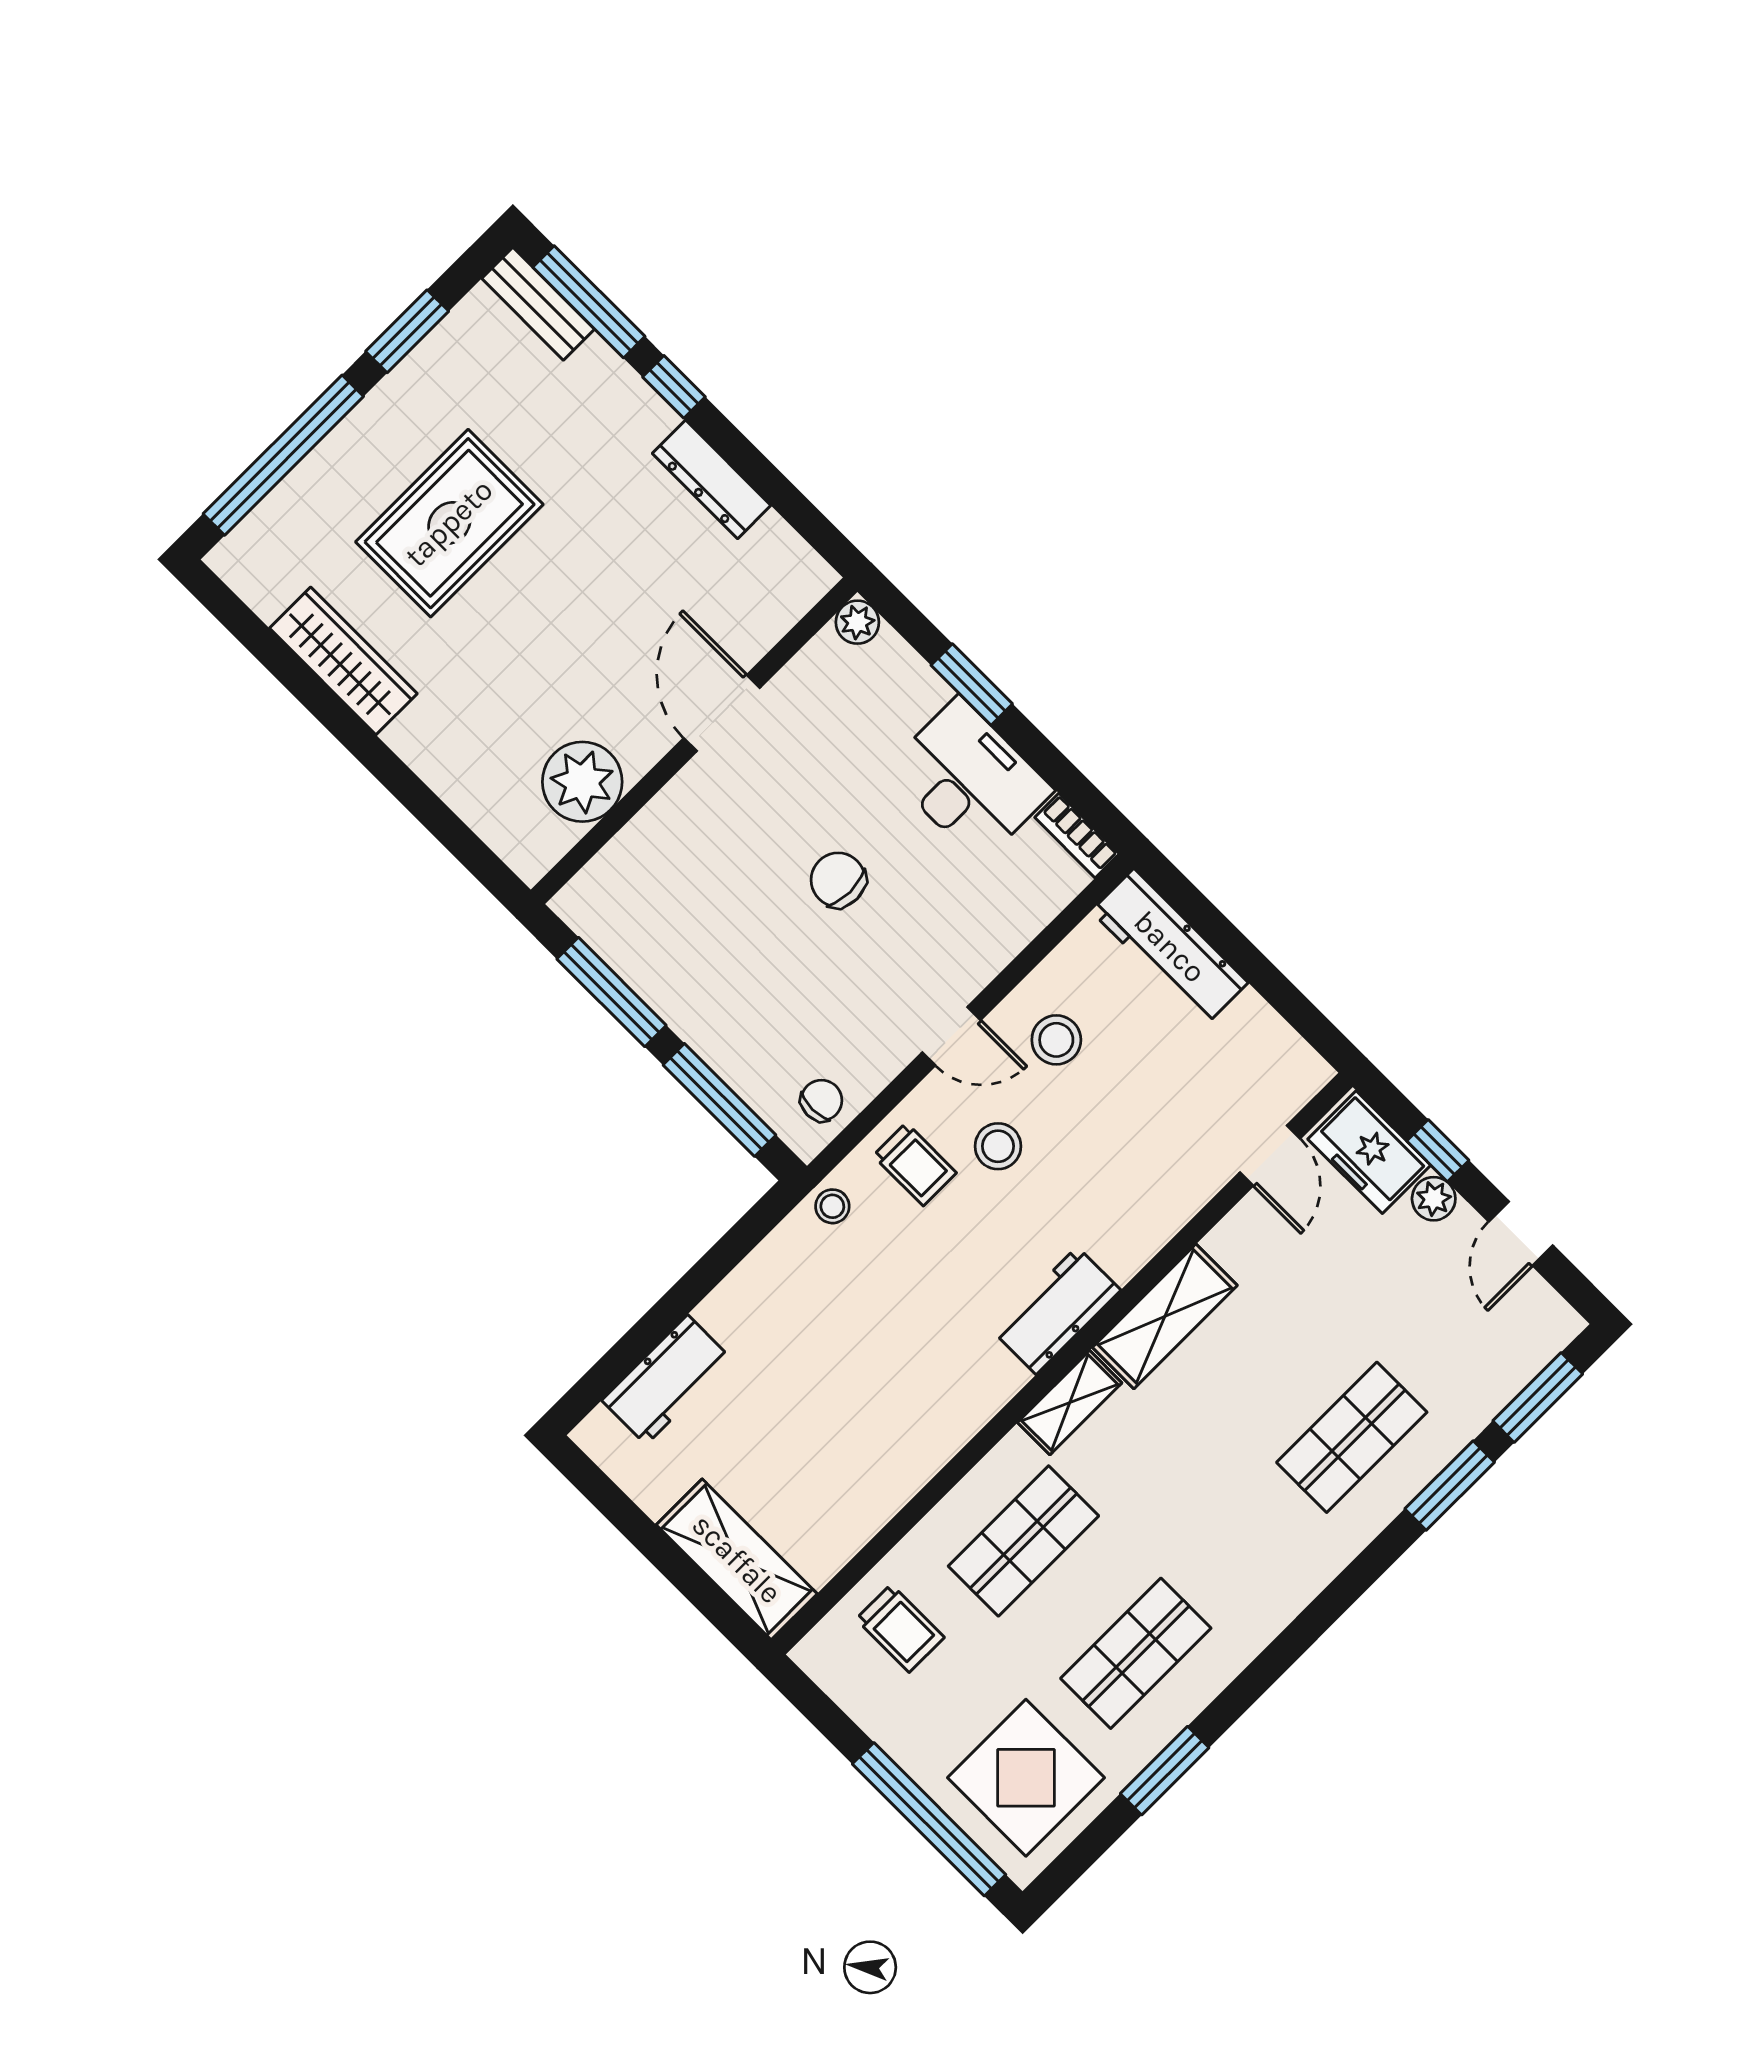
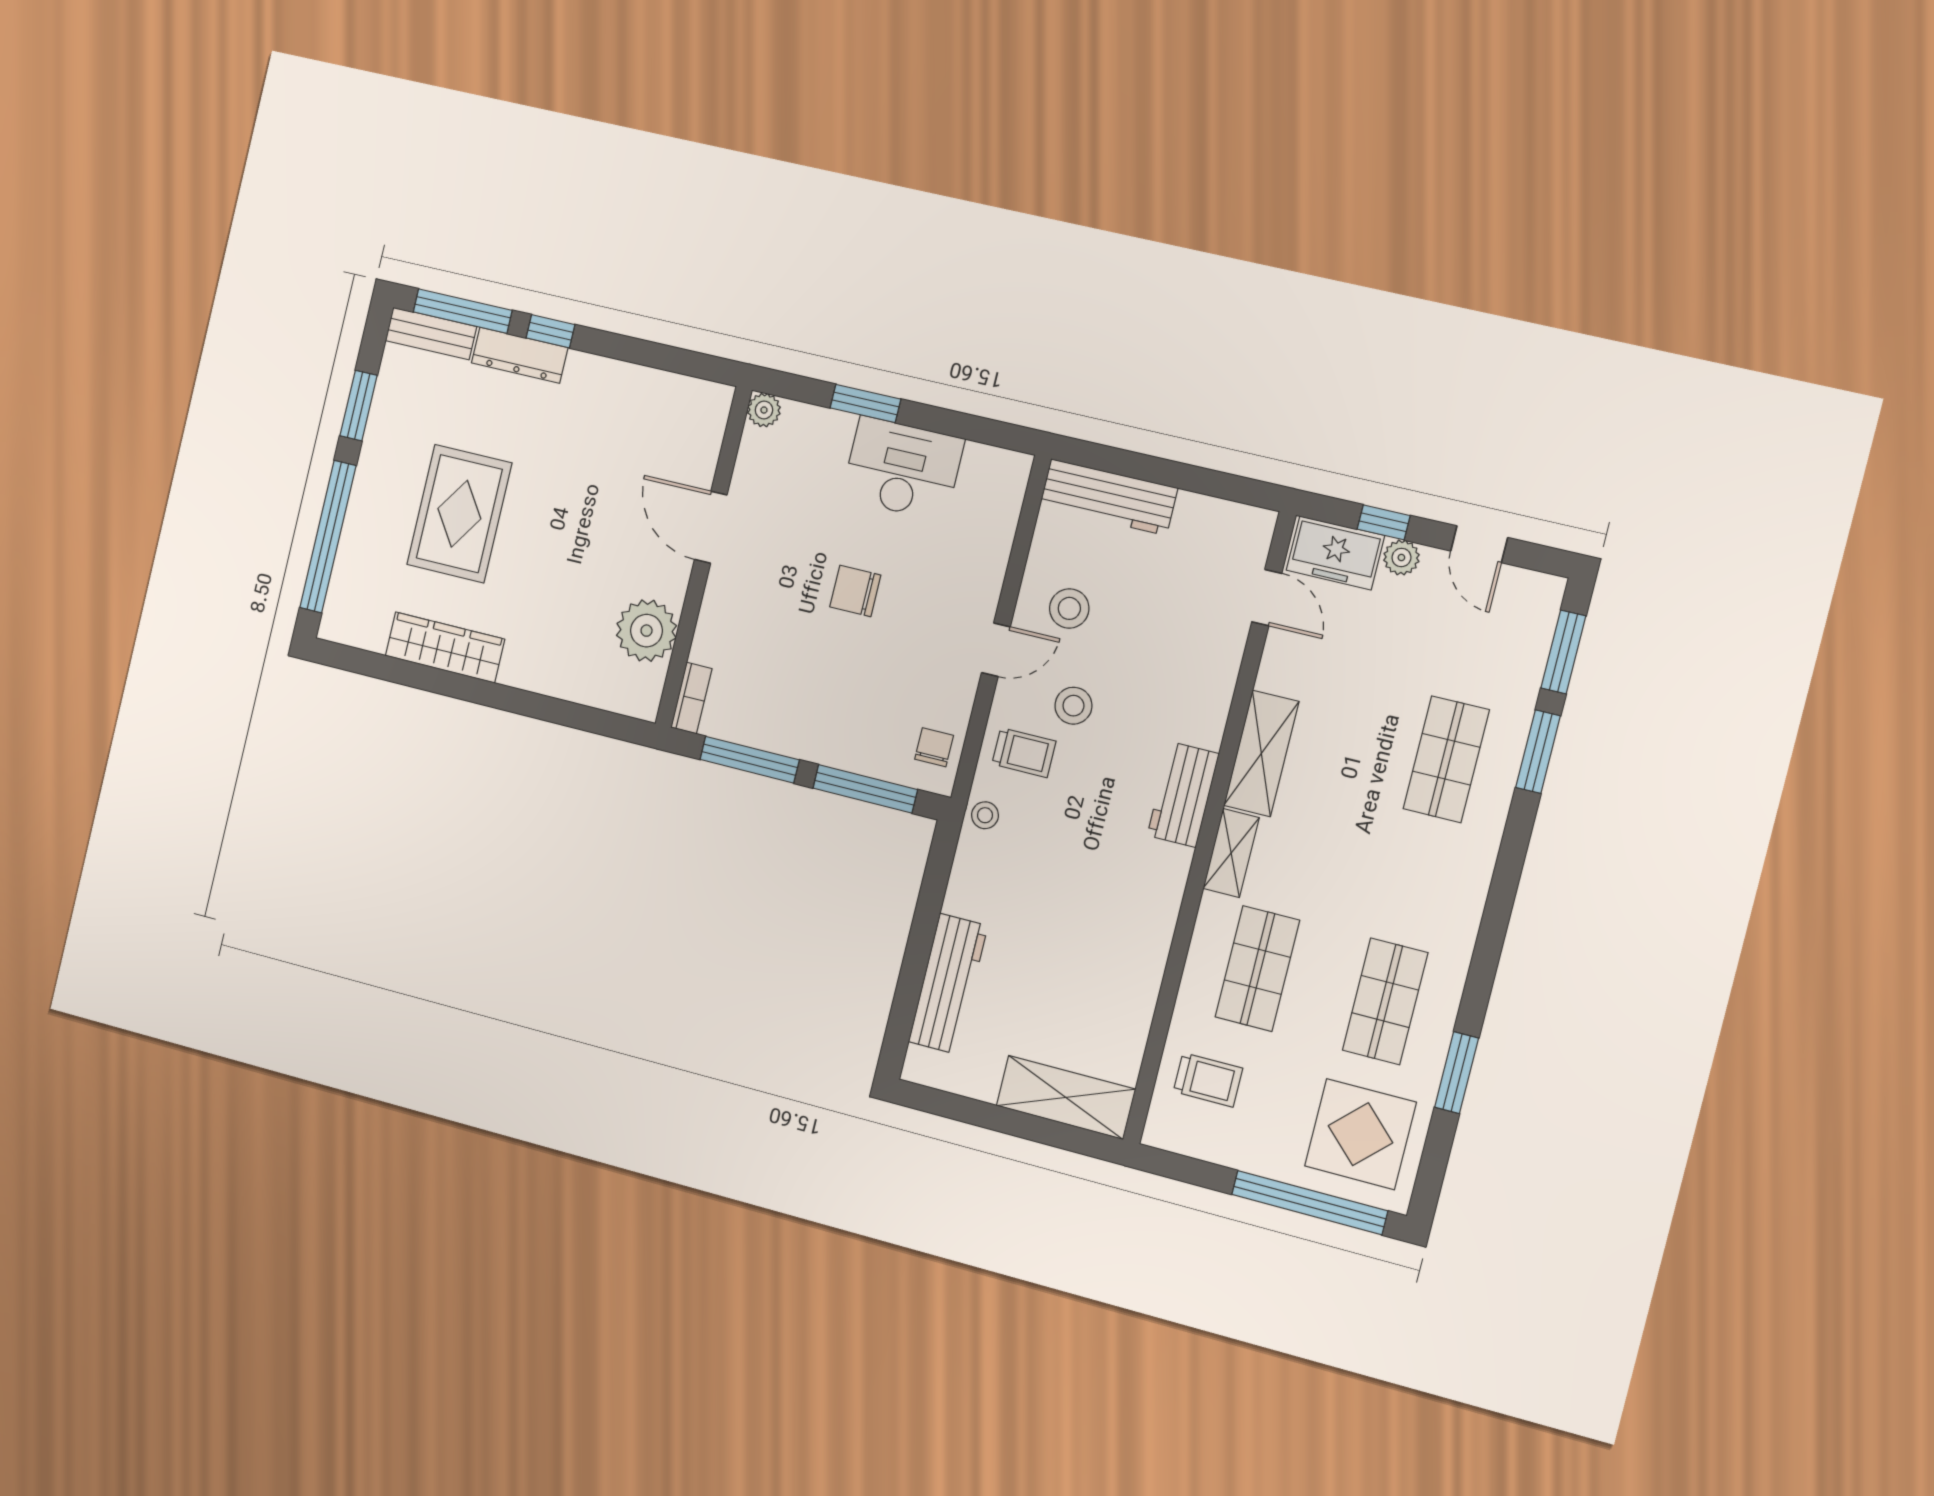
dresser: (712, 479) -> (520, 355), moved
bookcase: (1077, 836) -> (691, 698), moved, turned -90
workbench: (667, 1380) -> (948, 984), width x1.38

